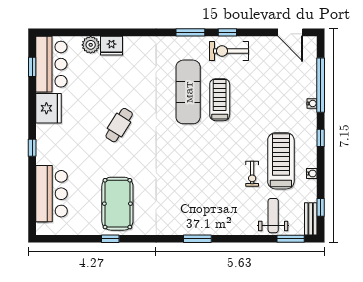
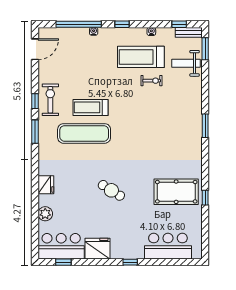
fridge: (111, 46) -> (46, 185), moved
exercise bike: (229, 51) -> (50, 100), turned 180

